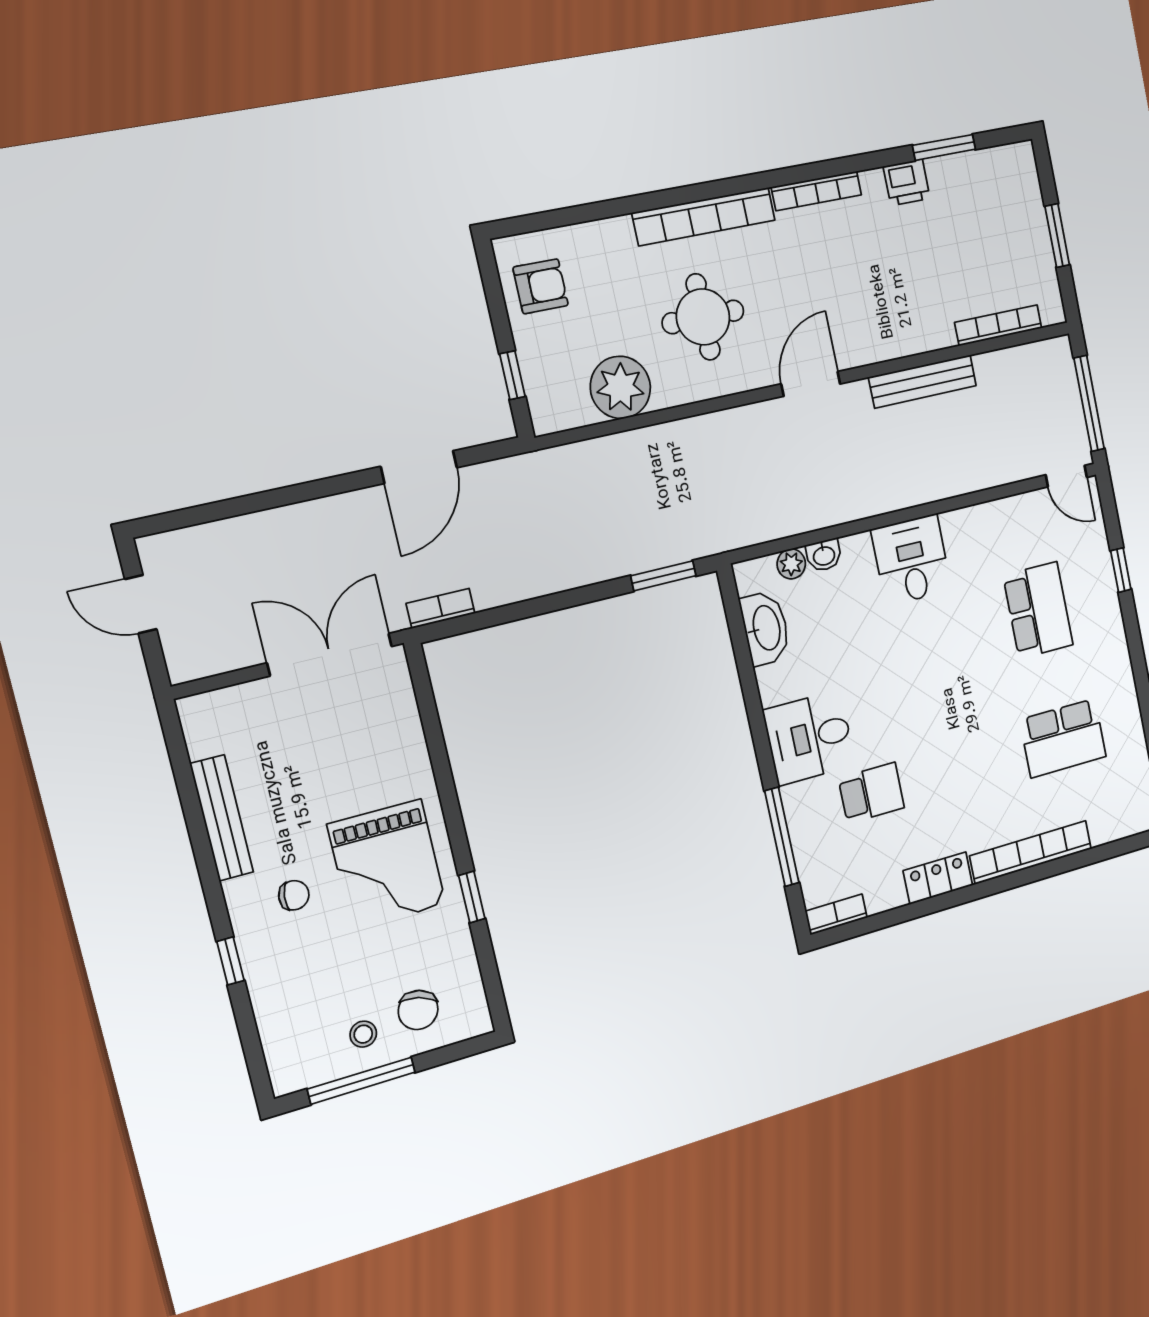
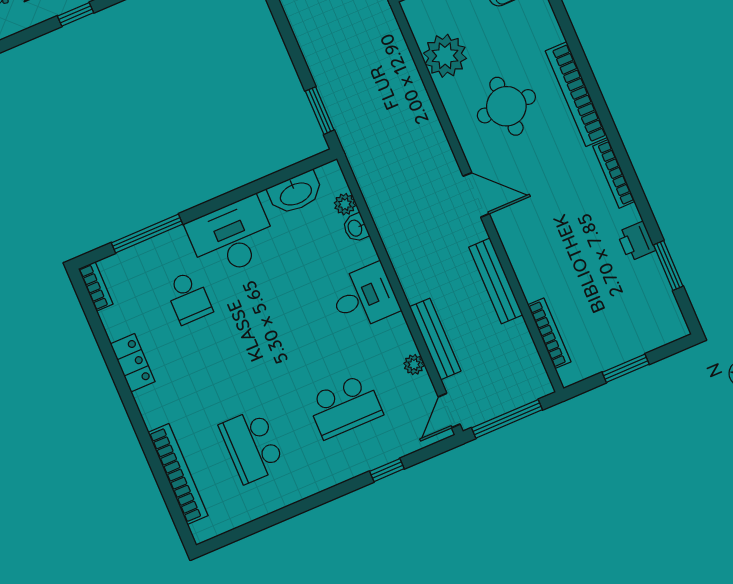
bench: (979, 476) -> (435, 339), added
plant: (1004, 511) -> (414, 365), added
desk: (809, 738) -> (232, 237), width x1.37
bookcase: (1031, 852) -> (178, 474), moved

